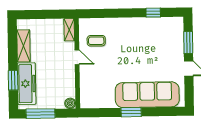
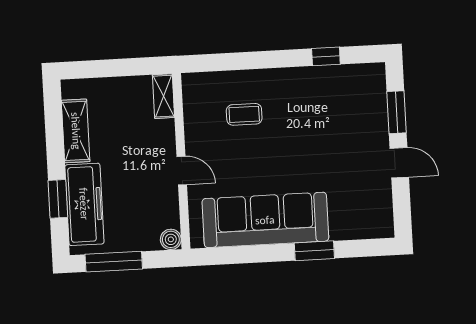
coffee table: (96, 41) -> (244, 114), moved
door: (77, 57) -> (182, 171), moved
sofa: (147, 95) -> (265, 220), moved
window: (131, 112) -> (314, 251), moved

